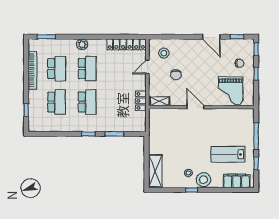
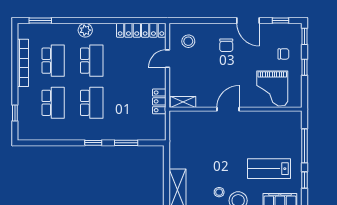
chair: (176, 75) -> (226, 45), moved
door: (195, 107) -> (228, 109), hinge flipped

